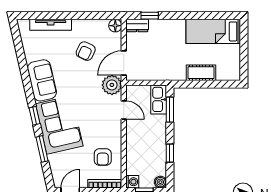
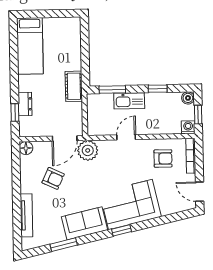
dresser: (137, 26) -> (25, 104), moved
door: (124, 63) -> (65, 138), hinge flipped
cot: (201, 73) -> (74, 86), moved
kitchen sink: (159, 99) -> (129, 101), moved
door: (124, 110) -> (126, 137), moved
window: (42, 149) -> (64, 245), moved

